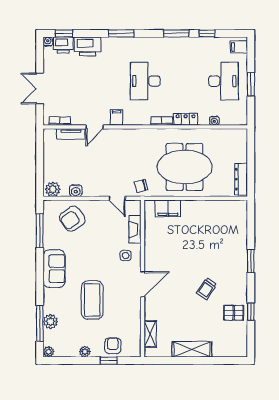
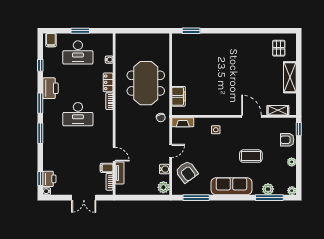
window: (176, 33) -> (40, 103), moved
printer: (88, 46) -> (50, 88), moved
desk: (223, 81) -> (78, 52), turned 180
filing cabinet: (117, 117) -> (107, 168), moved
dresser: (241, 179) -> (155, 38), removed
door: (117, 198) -> (171, 151), moved
fireplace: (135, 229) -> (183, 122), moved
window: (251, 261) -> (191, 31), moved
sofa: (54, 269) -> (231, 186), width x1.36
door: (143, 284) -> (252, 116), moved
trolley: (207, 289) -> (242, 66), removed
coffee table: (92, 300) -> (251, 156), width x0.73, depth x0.76
window: (251, 312) -> (260, 31), removed
pallet: (234, 313) -> (279, 48), moved
window: (109, 361) -> (299, 129), moved

